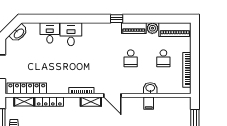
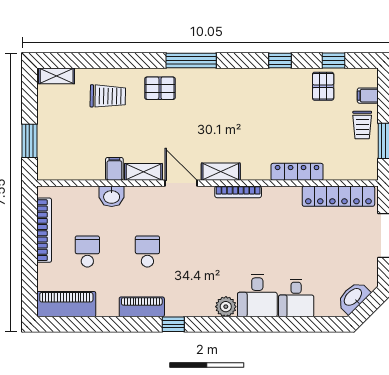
plant: (152, 28) -> (226, 307), moved
shelving: (24, 102) -> (143, 172), moved

